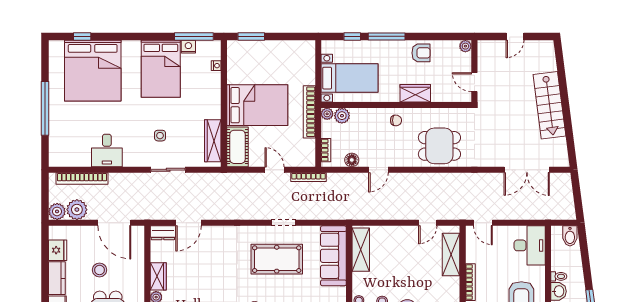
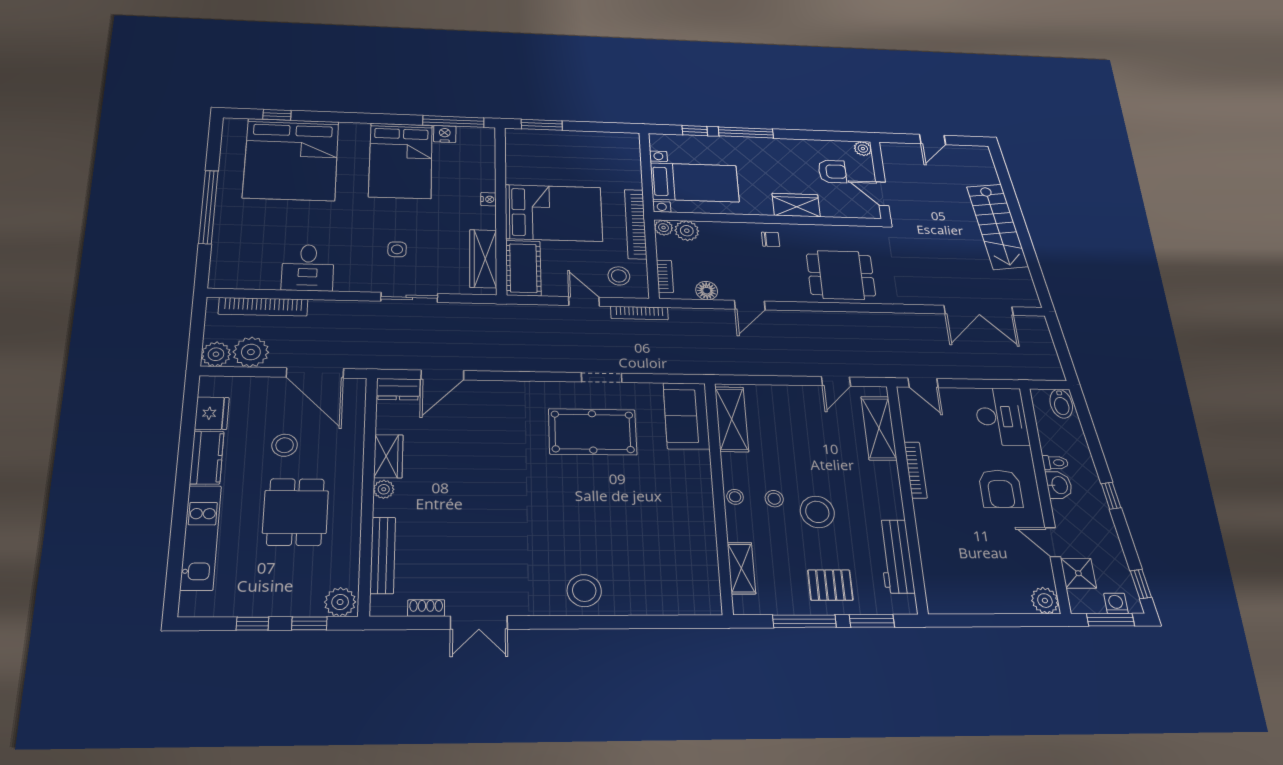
armchair: (421, 53) -> (832, 172), moved
nightstand: (216, 66) -> (488, 199), moved
stool: (297, 151) -> (619, 276), added
sofa: (333, 256) -> (686, 416), width x0.73

